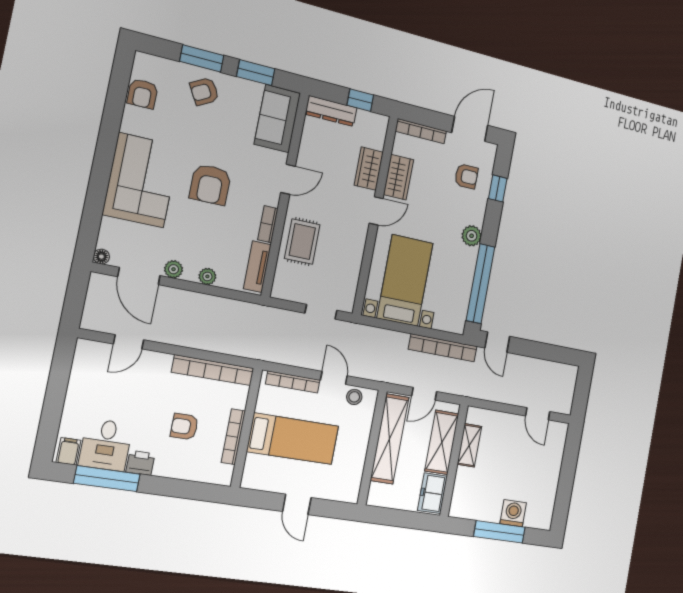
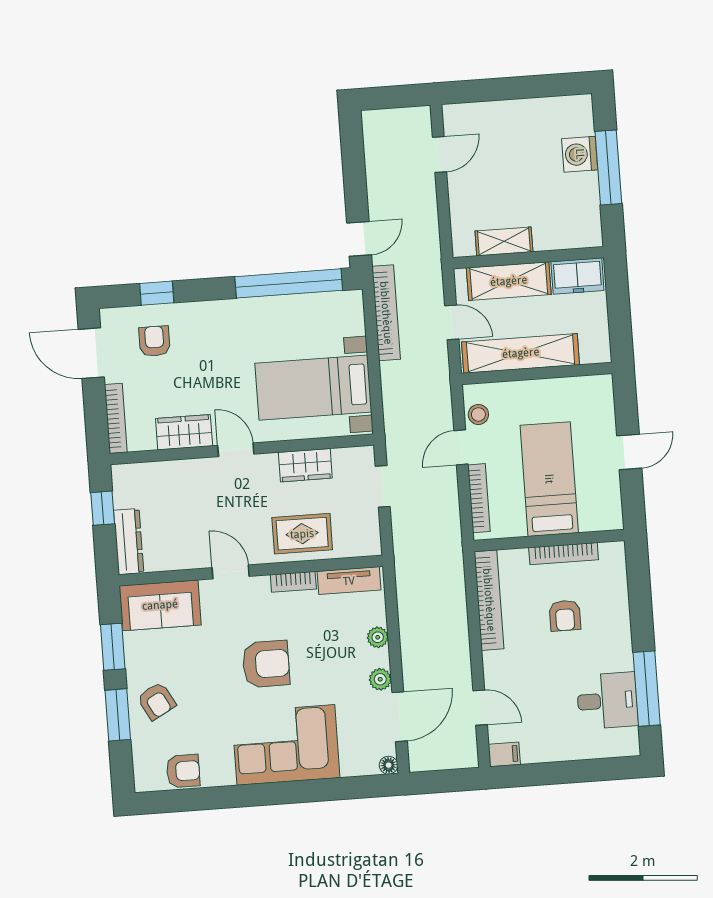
wardrobe: (369, 169) -> (305, 465), moved
plant: (472, 236) -> (230, 313), removed
filing cabinet: (69, 451) -> (504, 754), moved, turned 180
printer: (140, 463) -> (620, 655), removed

